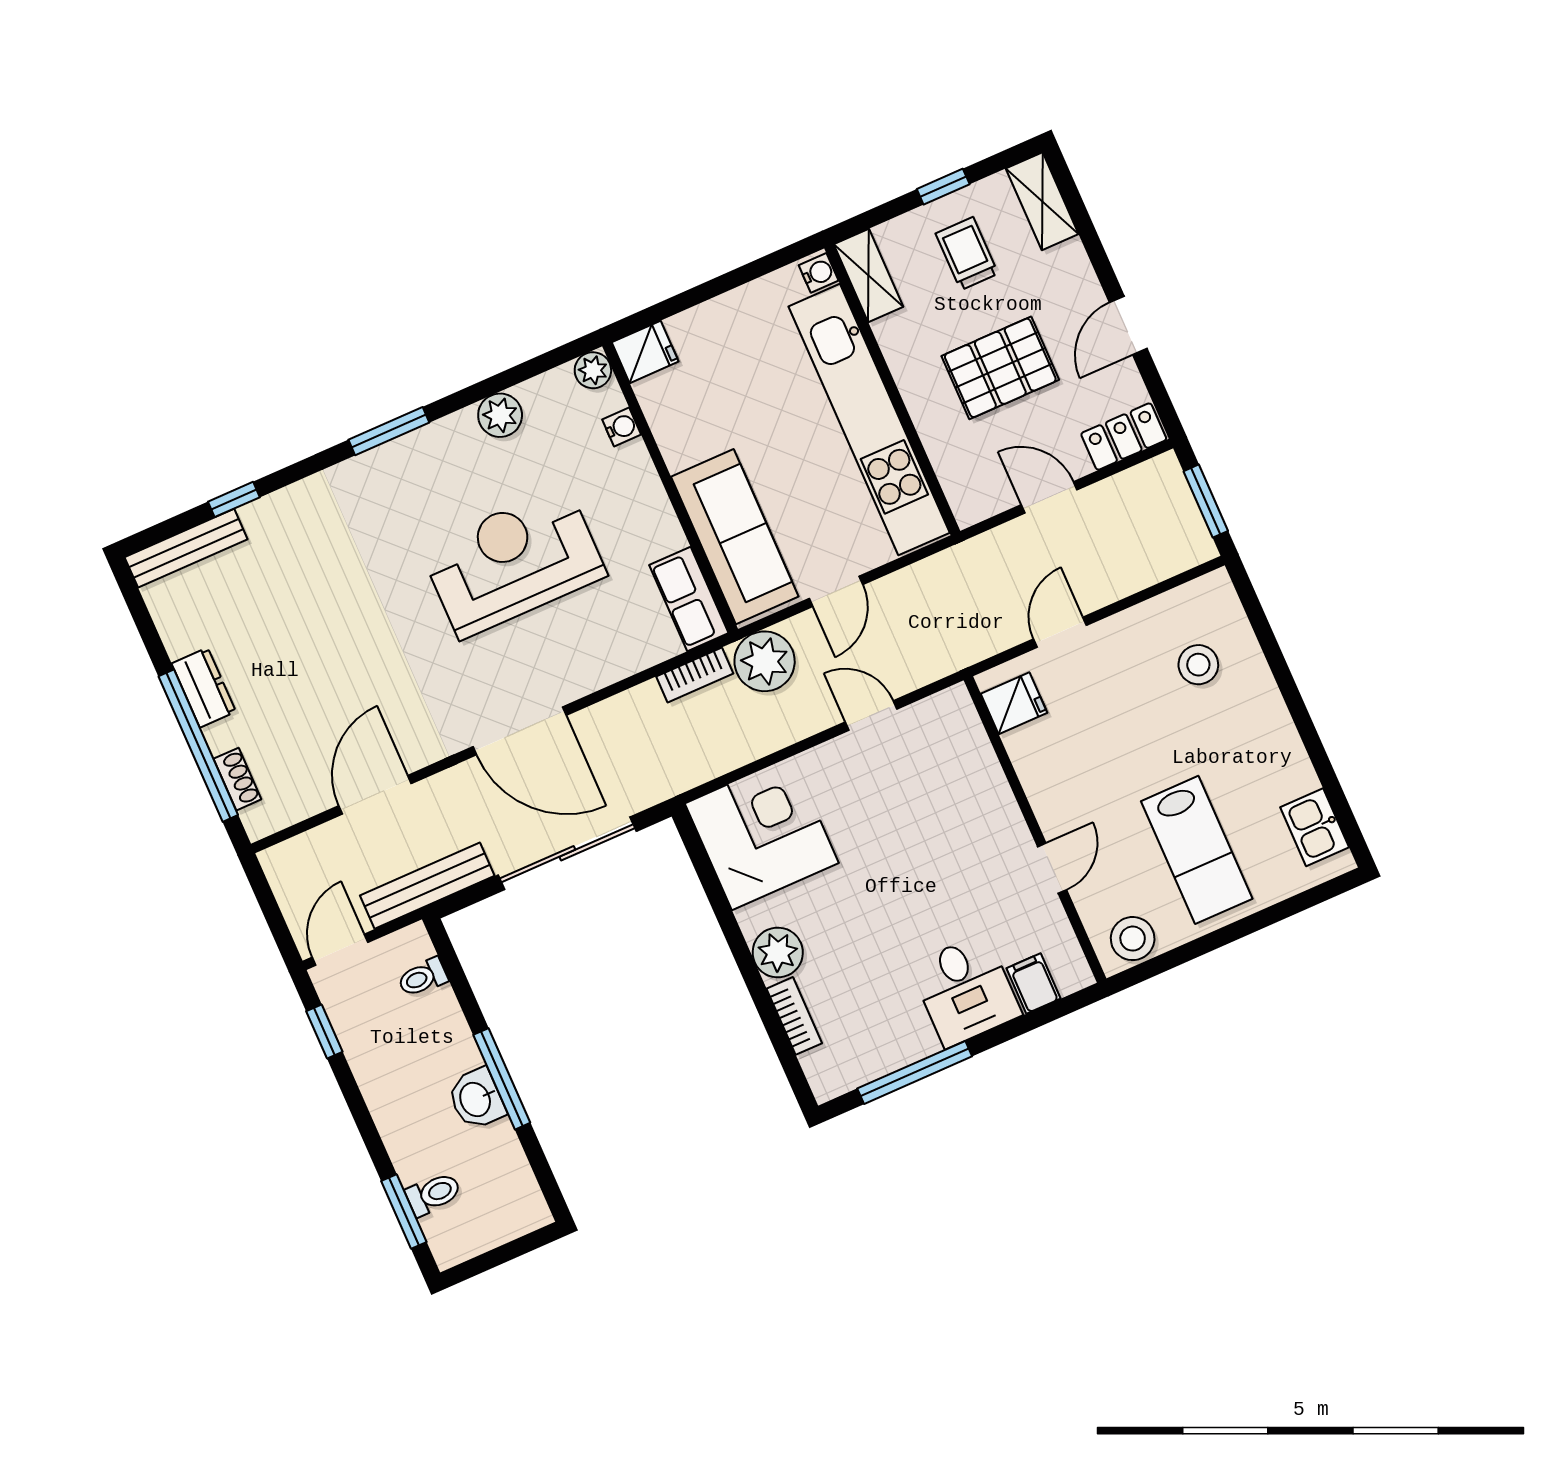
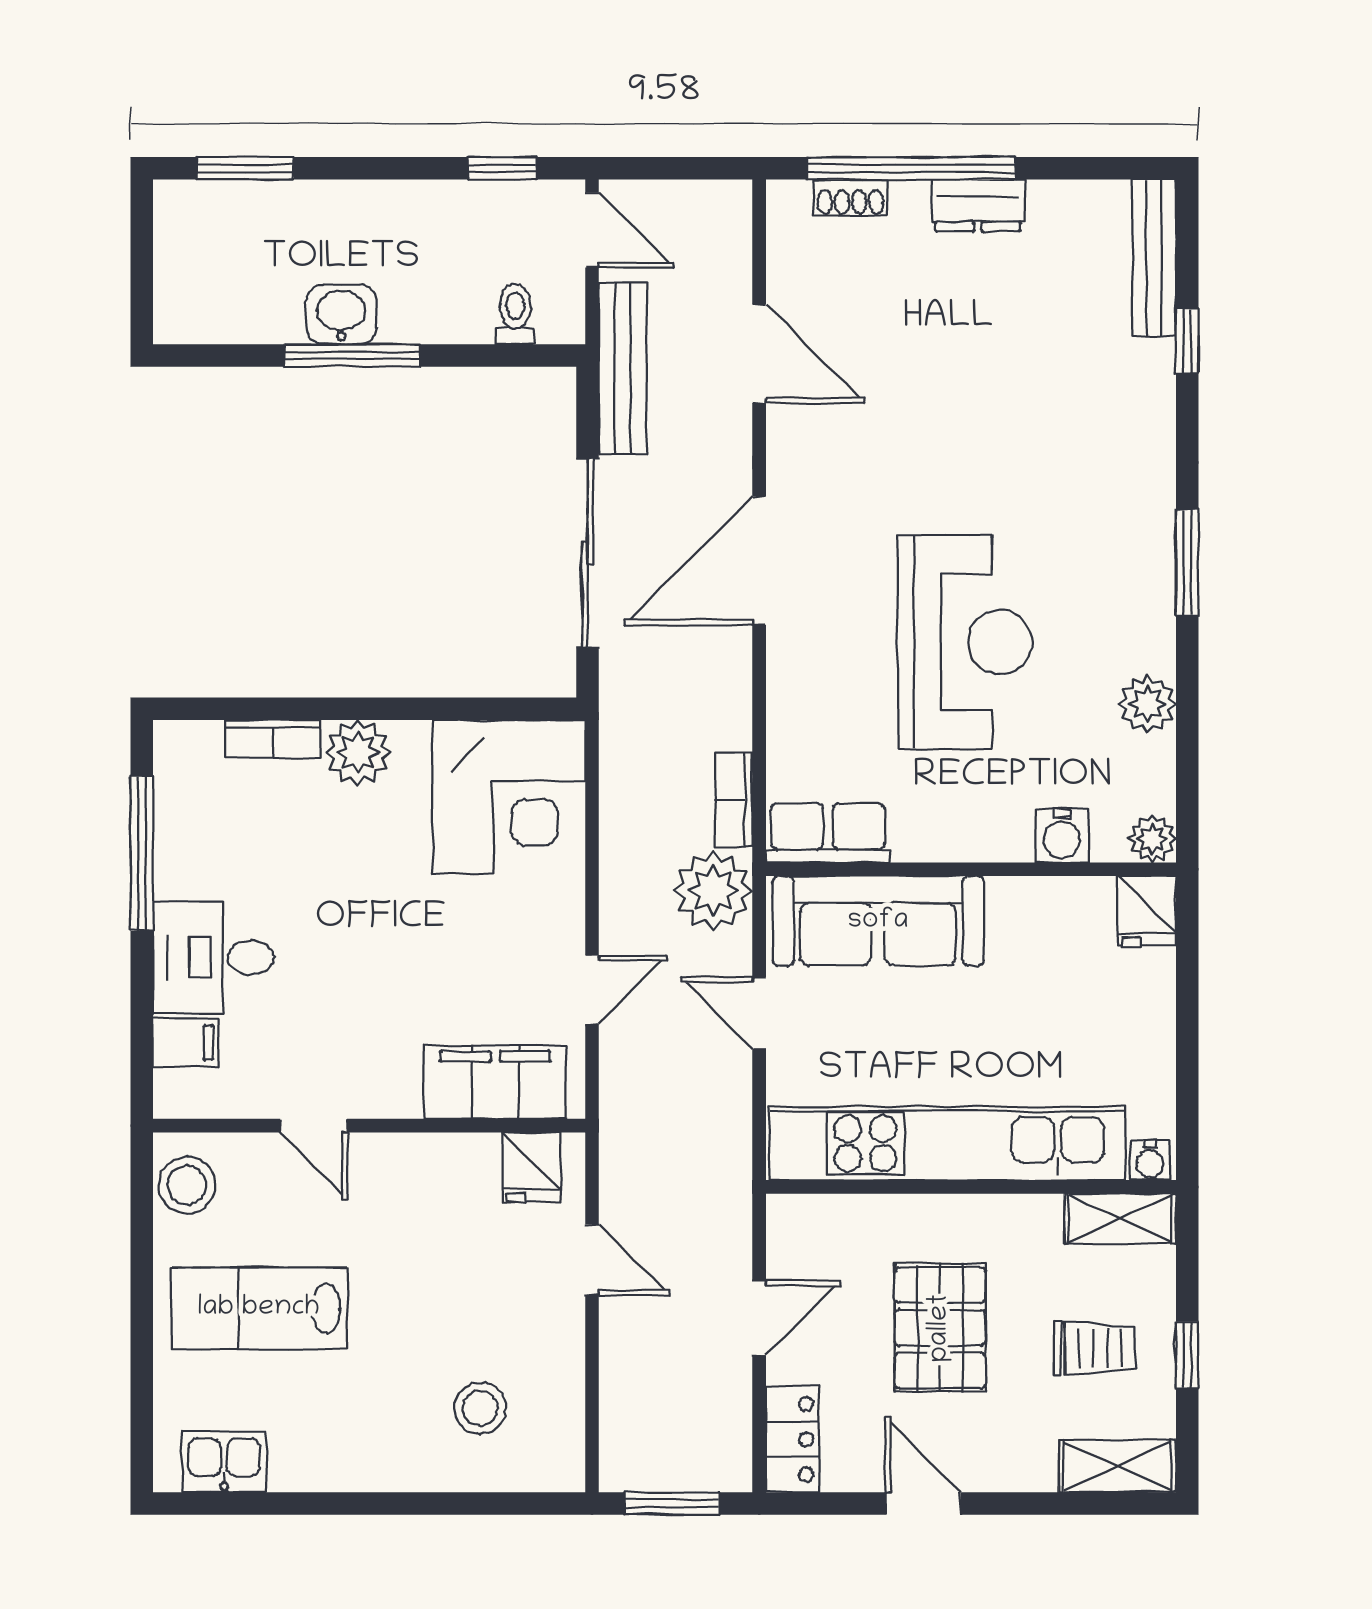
water cooler: (622, 427) -> (1062, 836), width x1.38, depth x1.38
filing cabinet: (966, 755) -> (495, 1082), added
toilet: (433, 1194) -> (250, 213), removed

